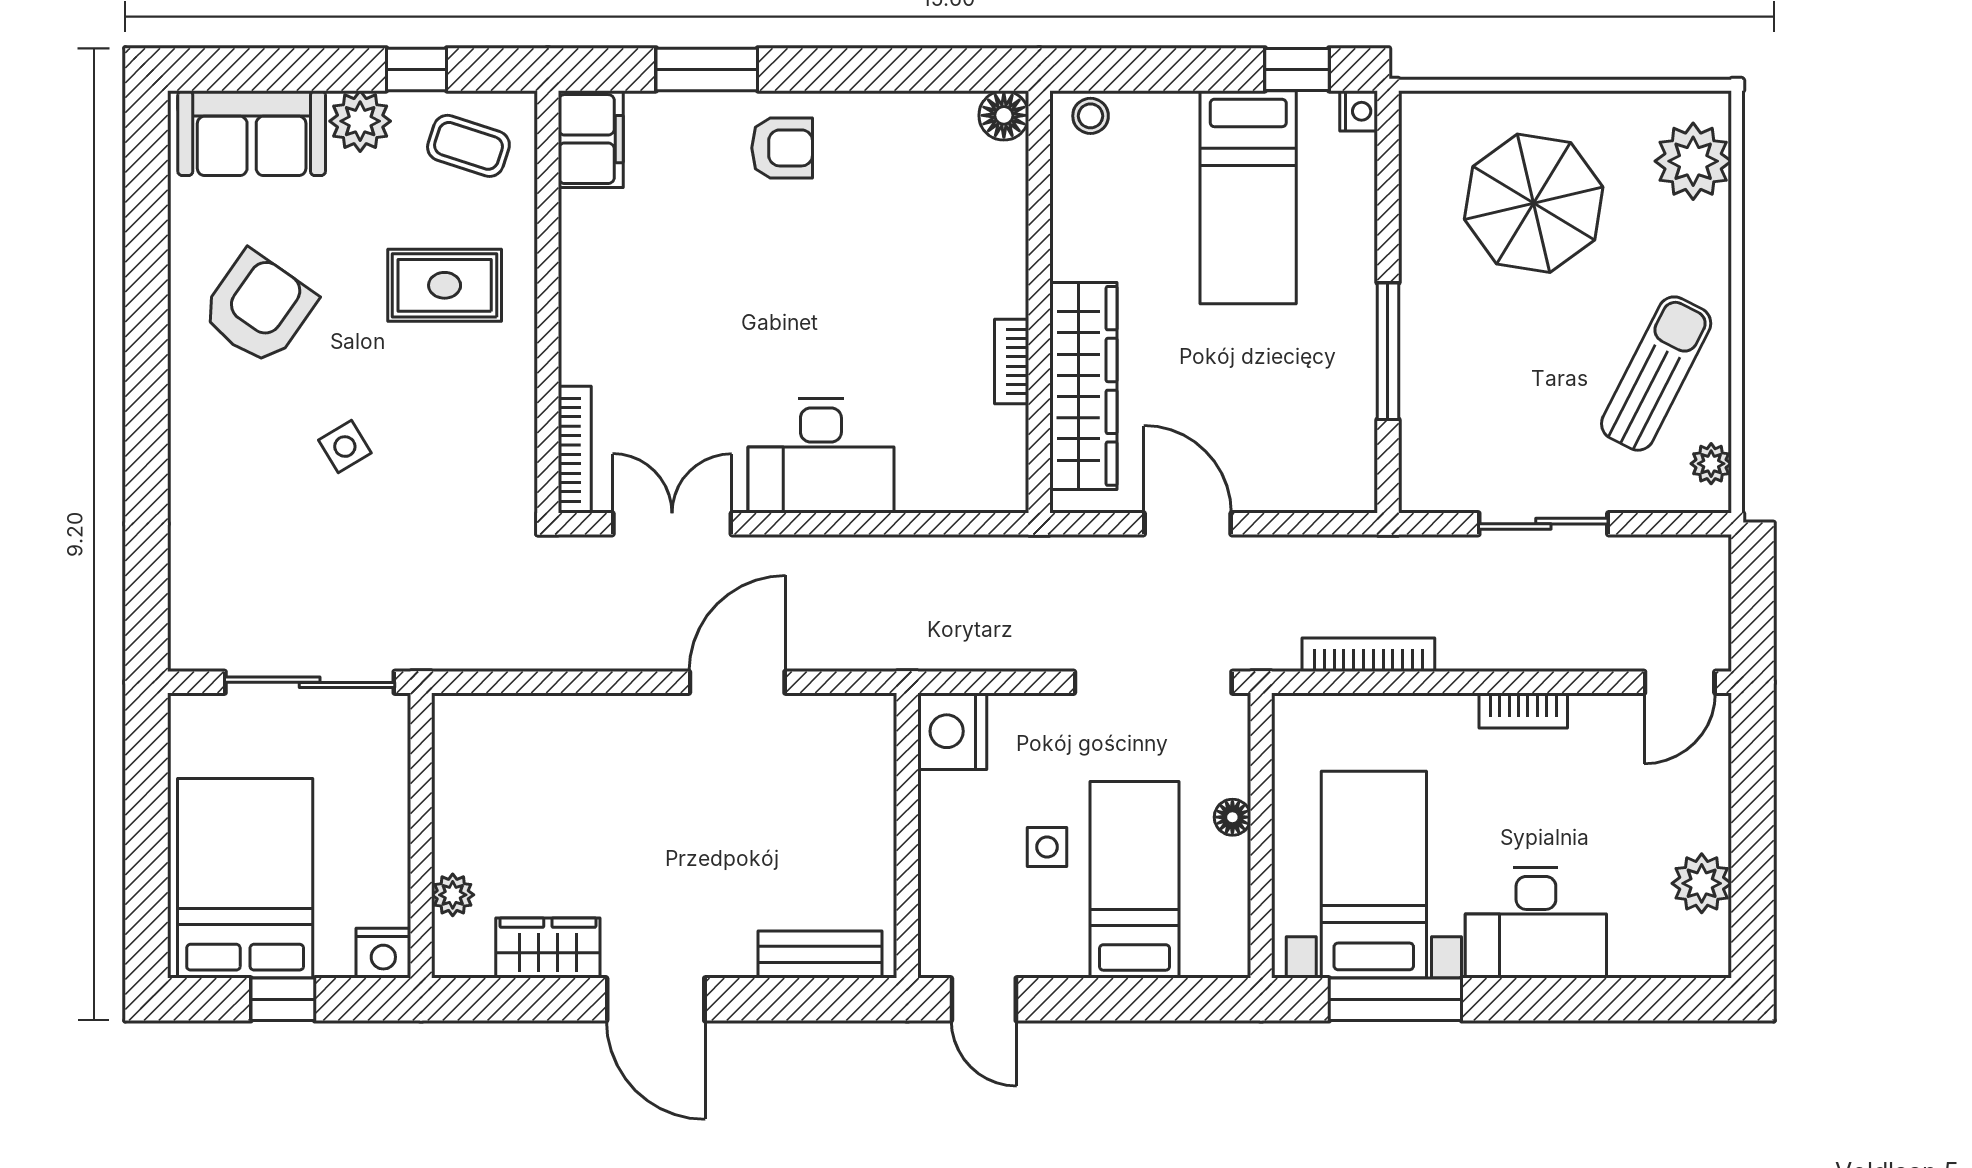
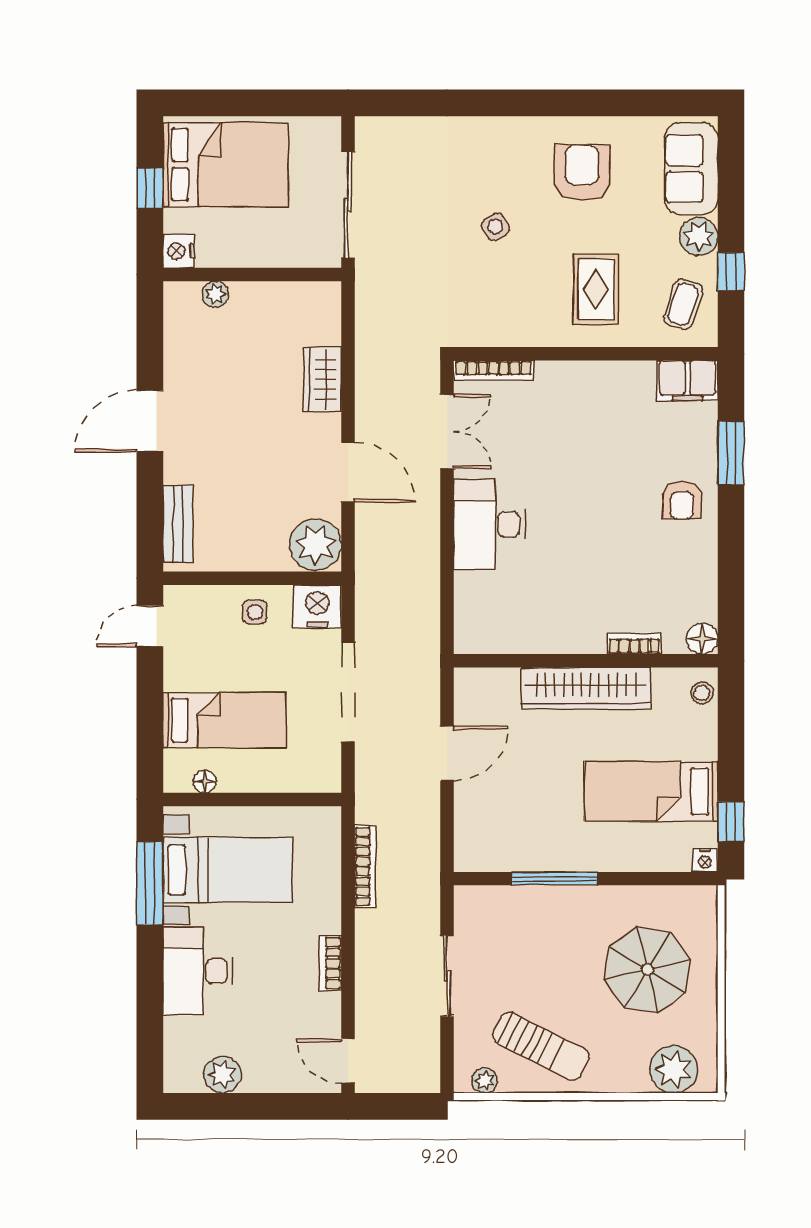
armchair: (258, 308) -> (582, 173), turned -125
bookcase: (1012, 362) -> (634, 644), moved
wardrobe: (1083, 386) -> (586, 688), moved
doorway: (1153, 682) -> (348, 692), moved
plant: (853, 734) -> (316, 545), added
floor lamp: (1232, 817) -> (205, 781), moved
side table: (1047, 847) -> (255, 612), moved
wardrobe: (548, 948) -> (323, 380), moved, turned 180

